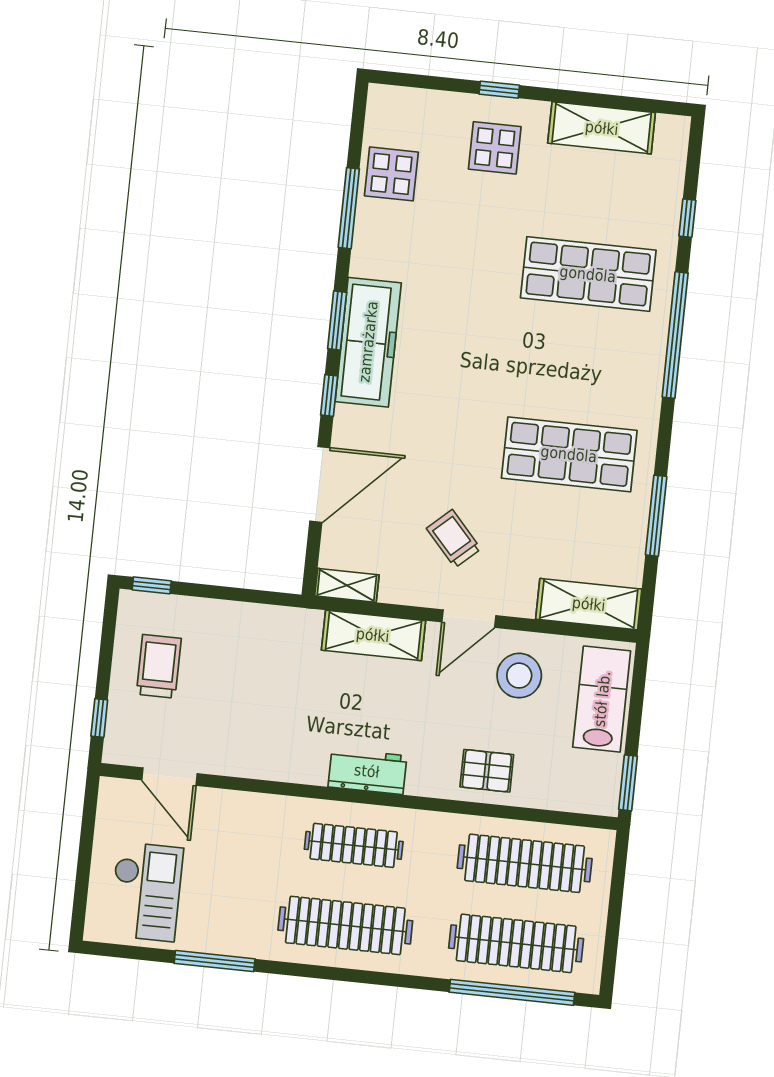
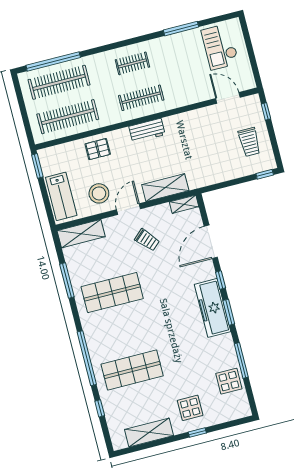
clothes rail: (345, 925) -> (132, 63), width x0.54, depth x0.76

